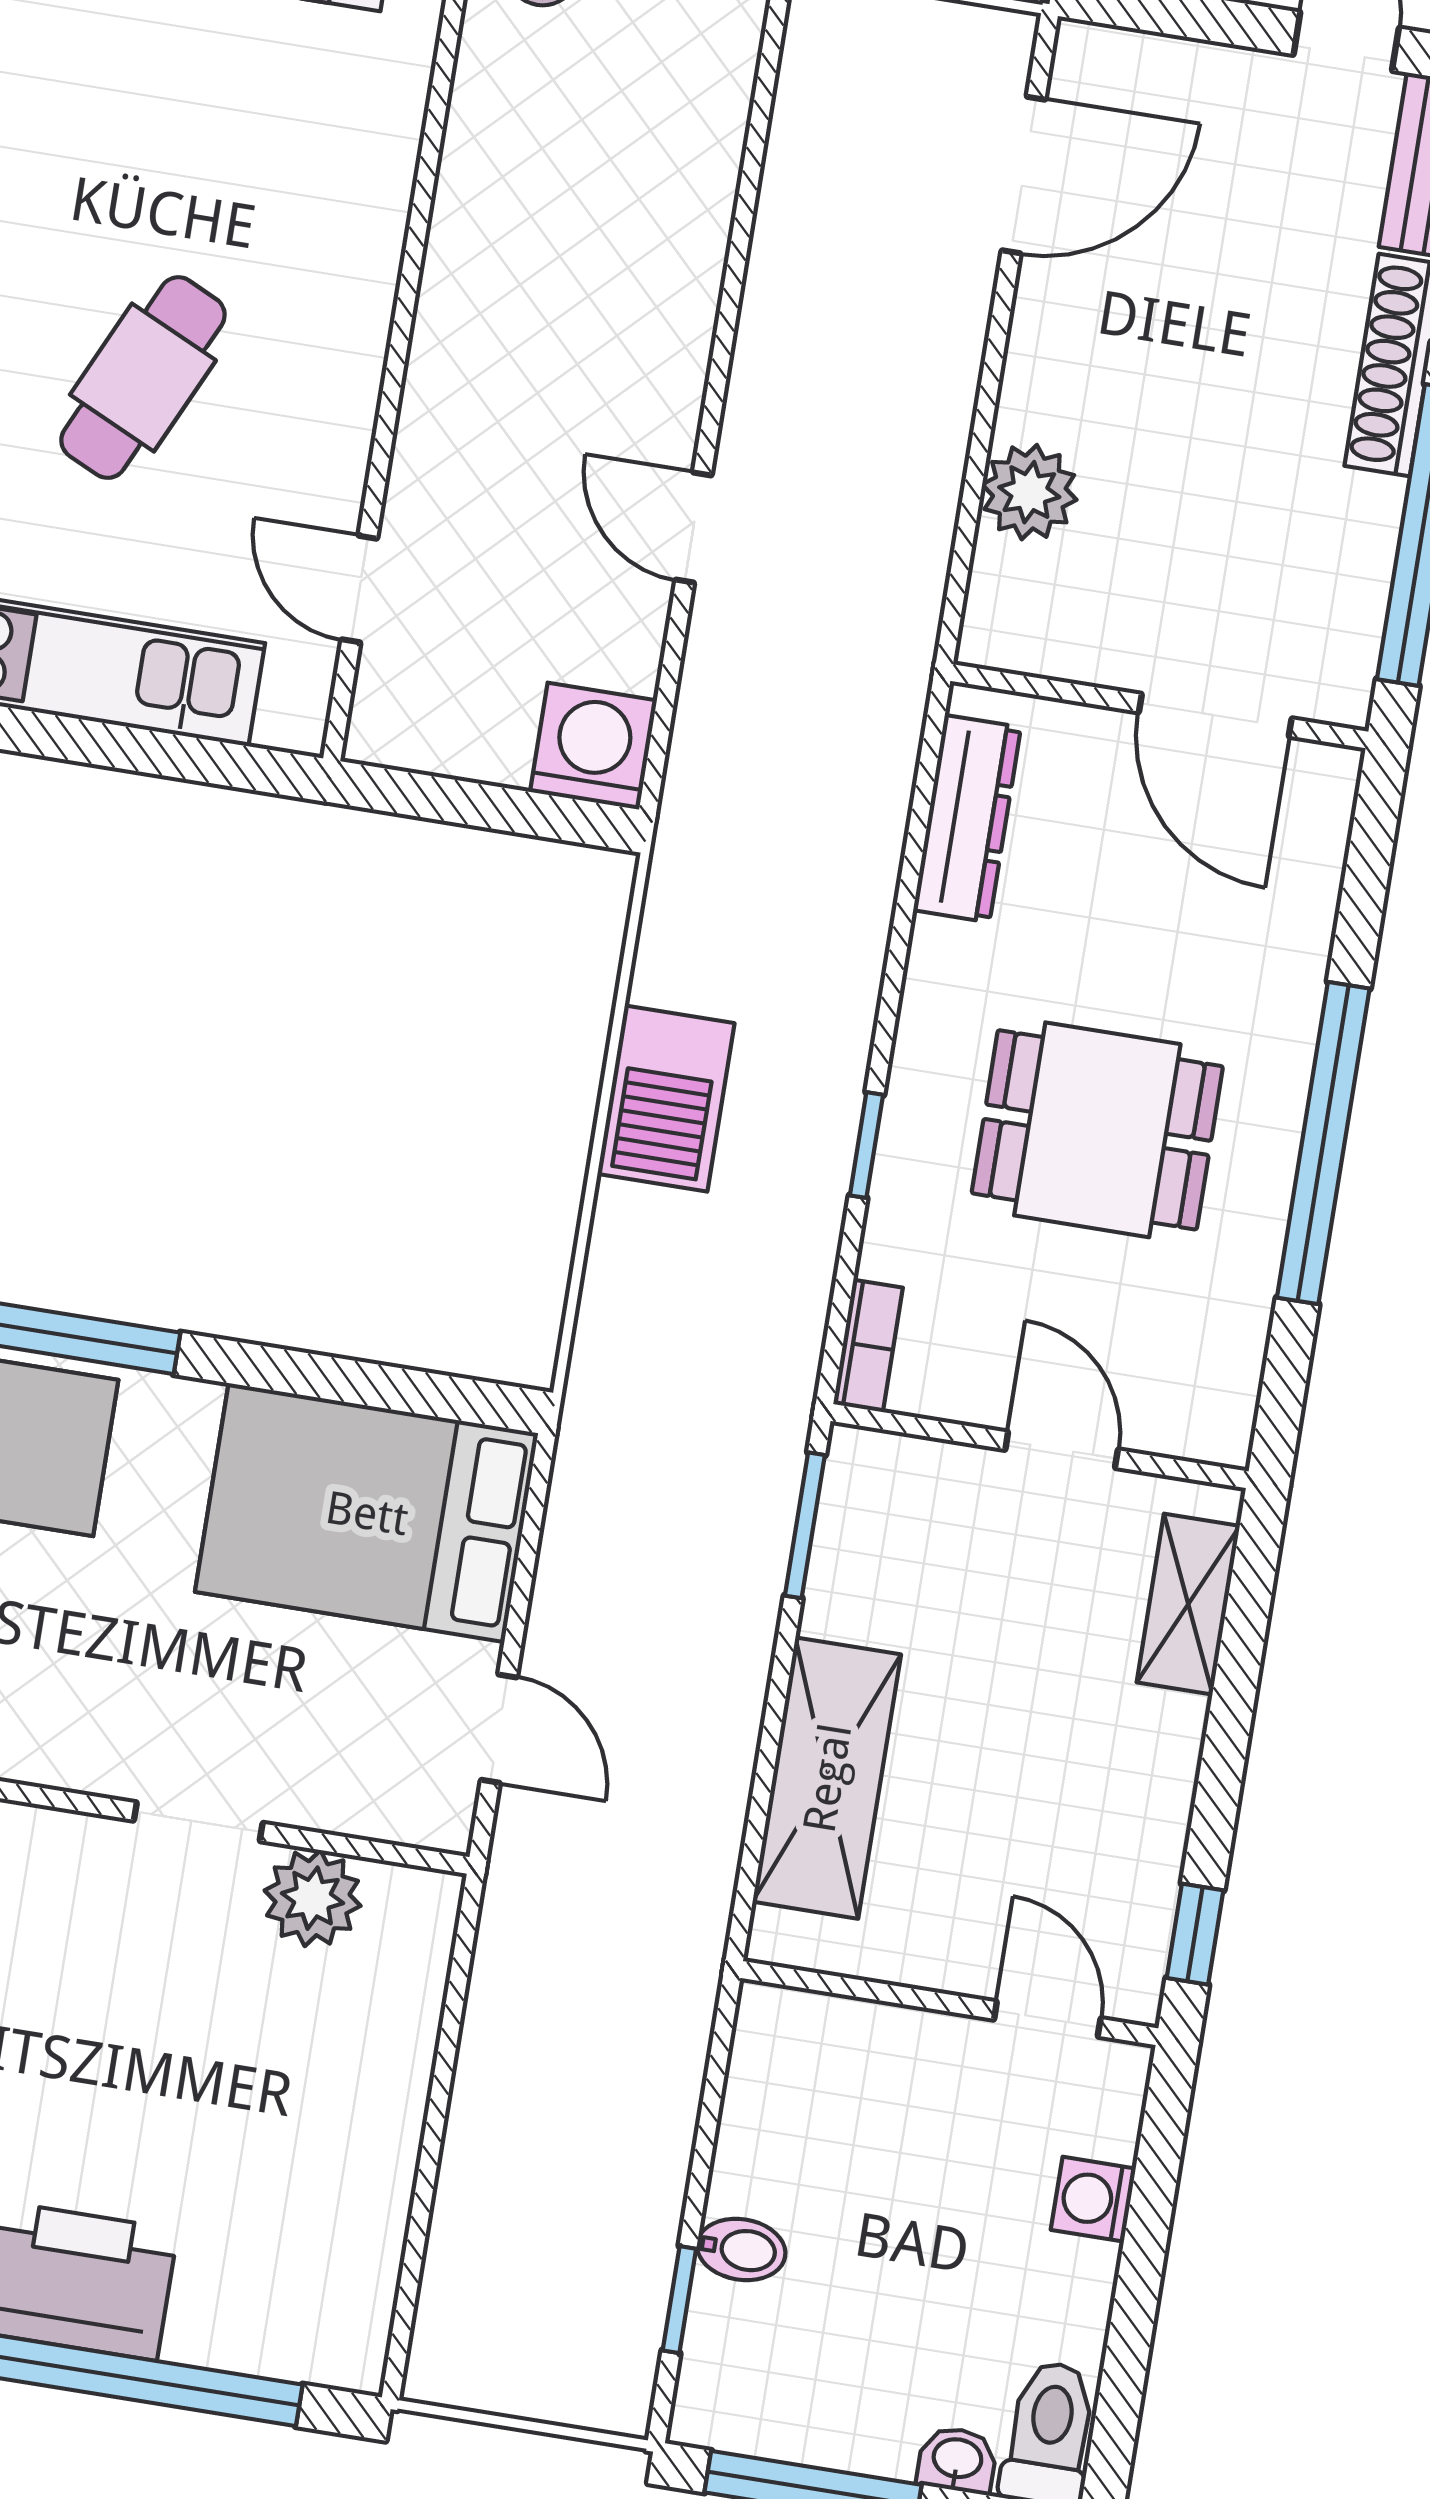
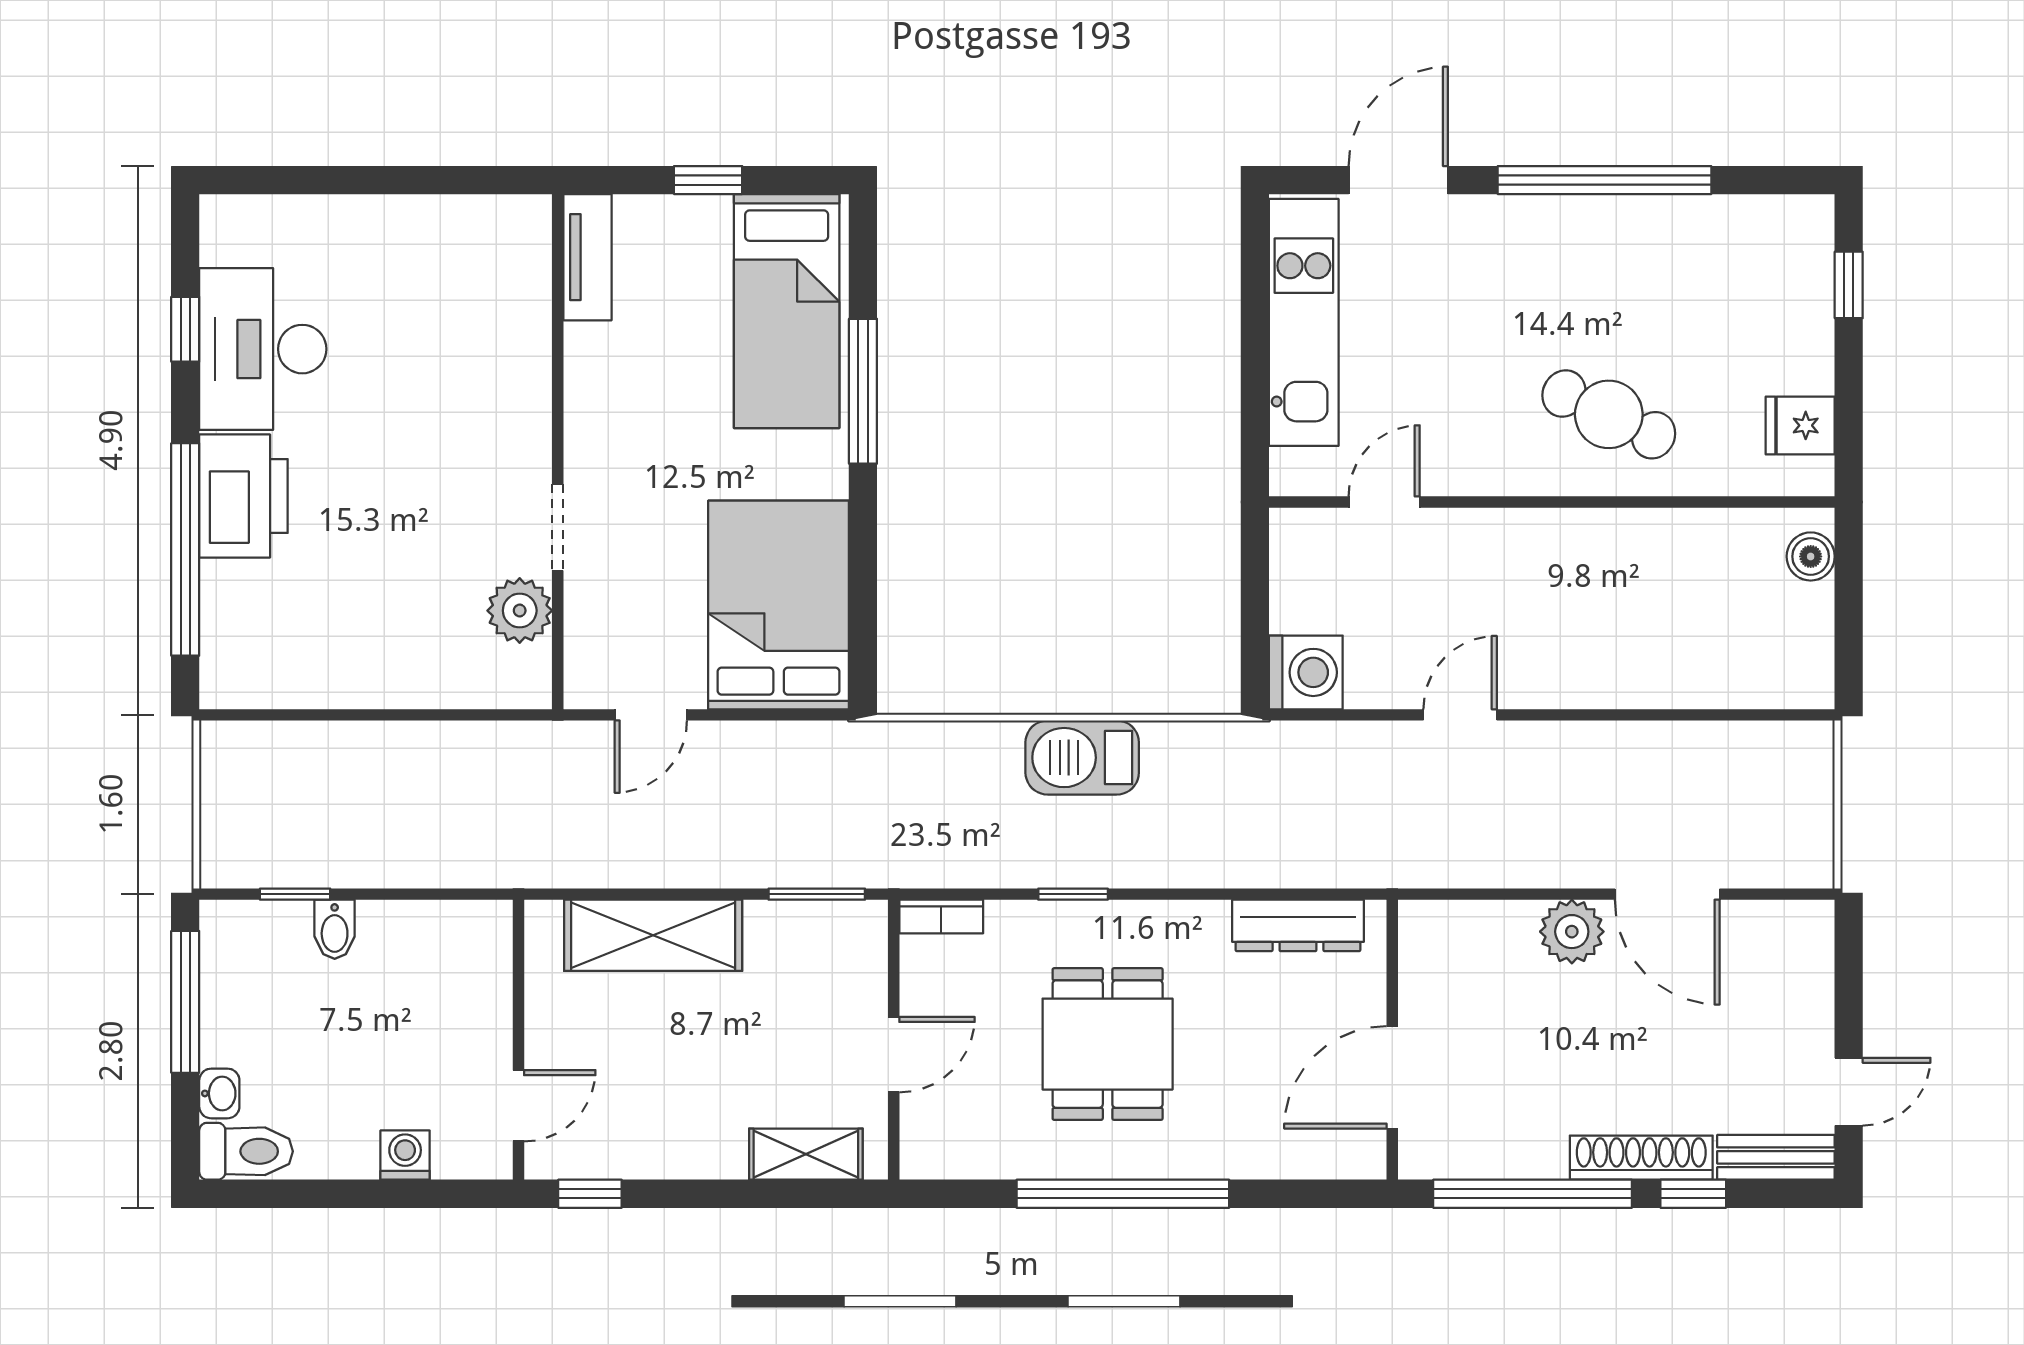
door: (1024, 175) -> (1667, 894), moved
cafe table: (143, 378) -> (1609, 414), moved
plant: (1029, 492) -> (1572, 932), moved

